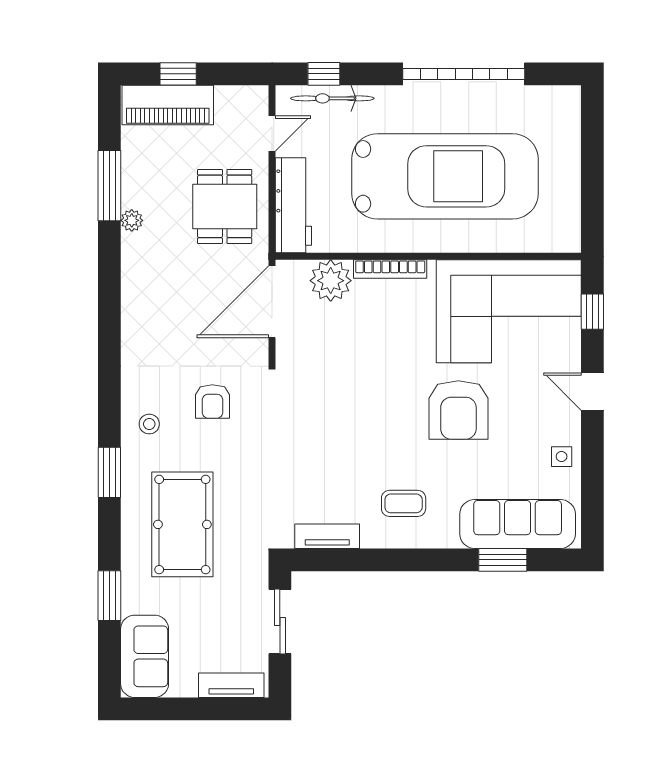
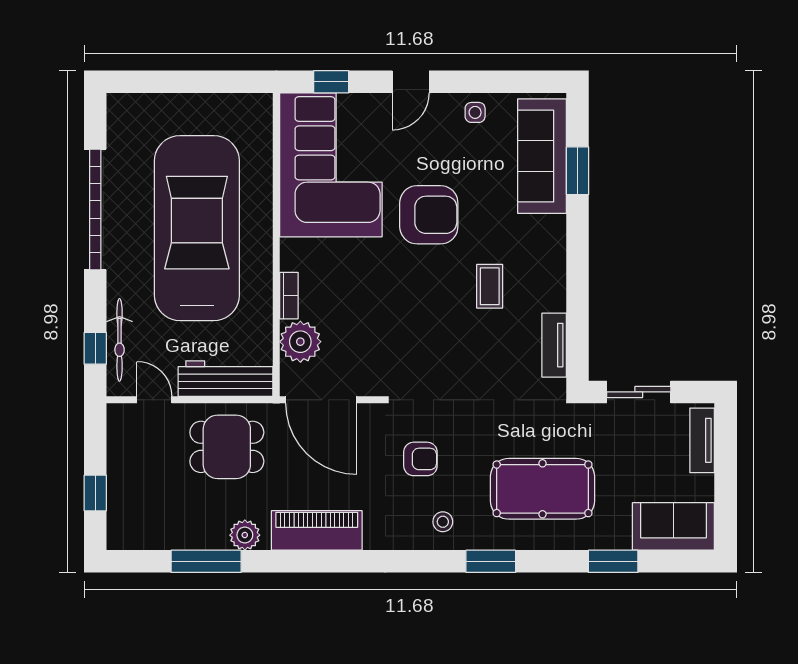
piano: (168, 105) -> (317, 530), moved, turned -90
plant: (132, 220) -> (245, 535), width x1.38, depth x1.38
bookcase: (390, 269) -> (289, 296), width x0.64
coffee table: (404, 503) -> (490, 286), moved

